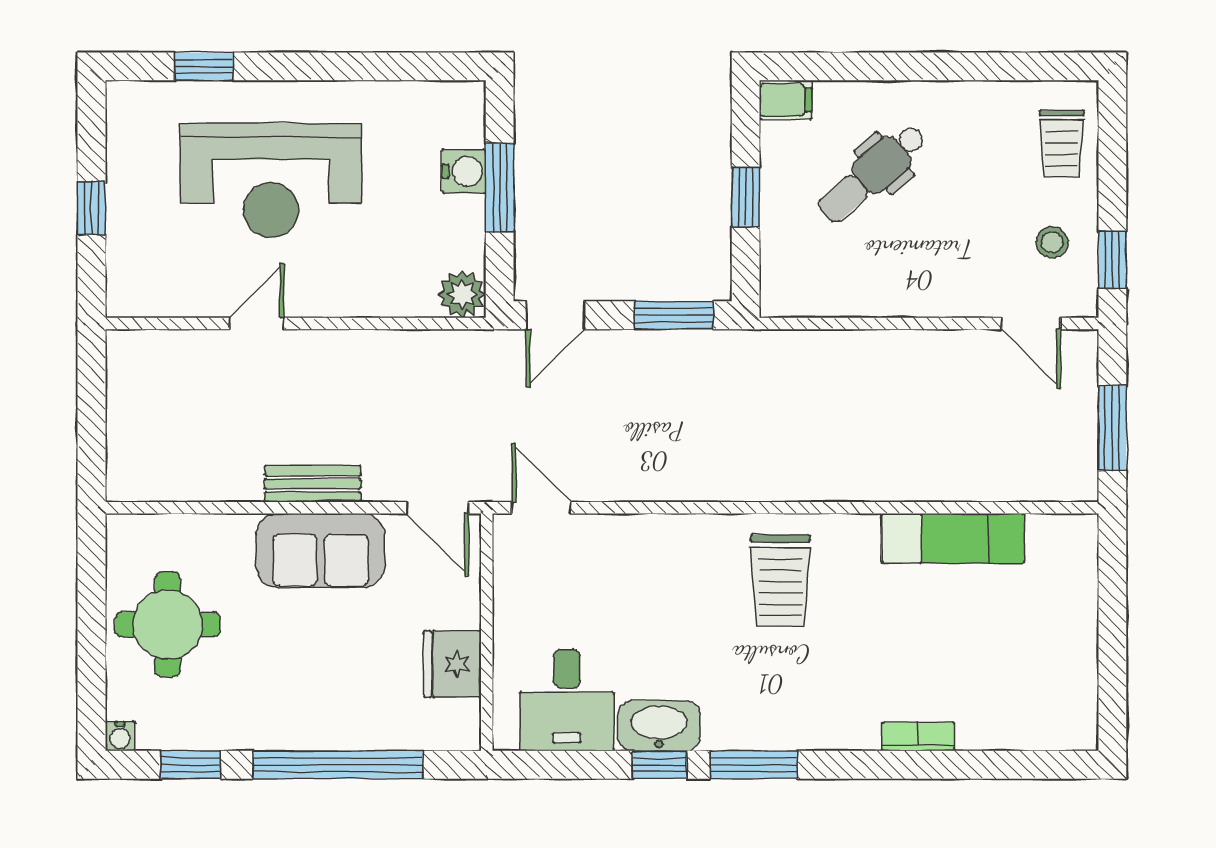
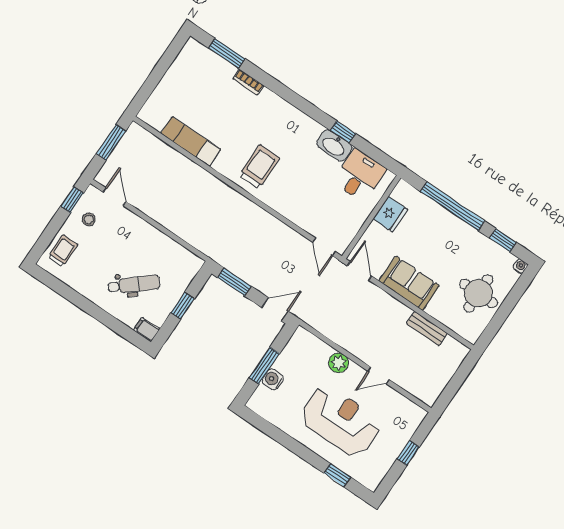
plant: (462, 294) -> (339, 363), moved
bench: (313, 484) -> (427, 328), moved
window: (754, 765) -> (227, 53), moved

